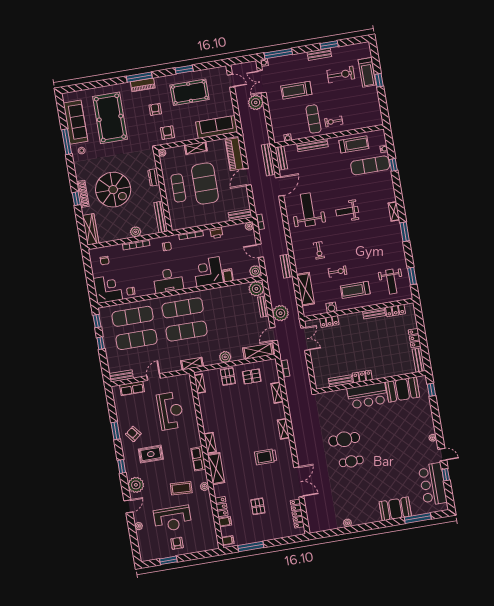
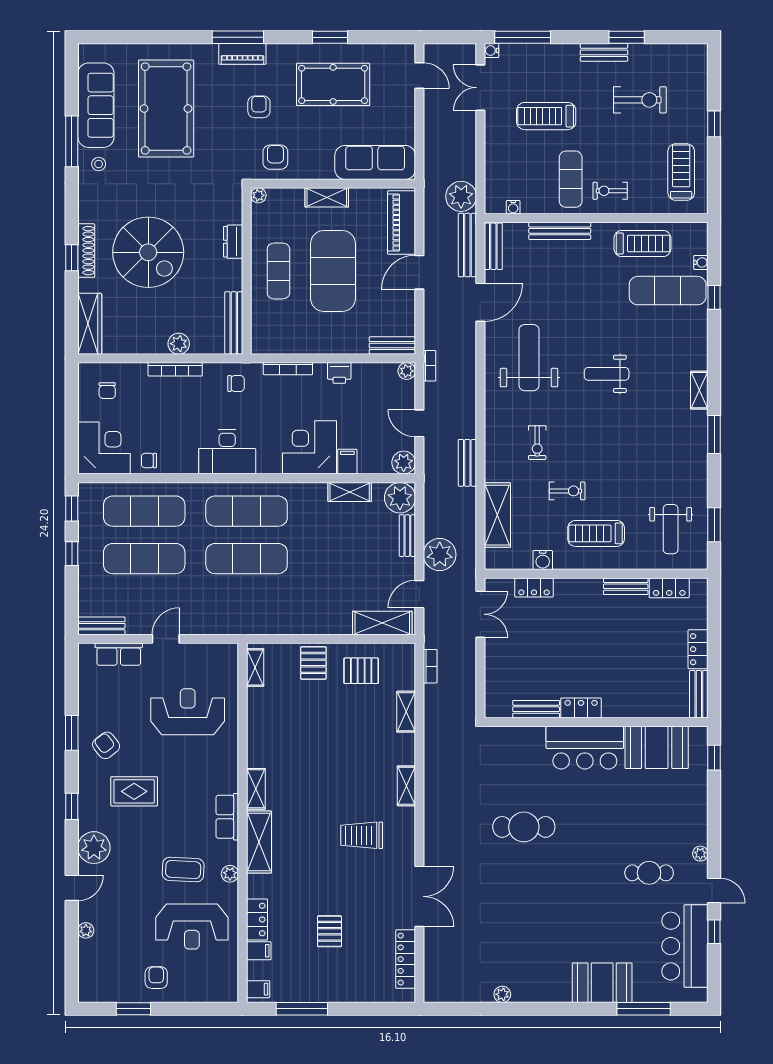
treadmill: (367, 72) -> (681, 172), moved, turned 180
plant: (256, 102) -> (461, 196), moved
plant: (225, 357) -> (315, 623), removed
shelving: (192, 364) -> (350, 492), moved
reception desk: (170, 411) -> (188, 712), turned -90
cafe table: (351, 461) -> (649, 873), moved
reception desk: (173, 519) -> (192, 927), moved

